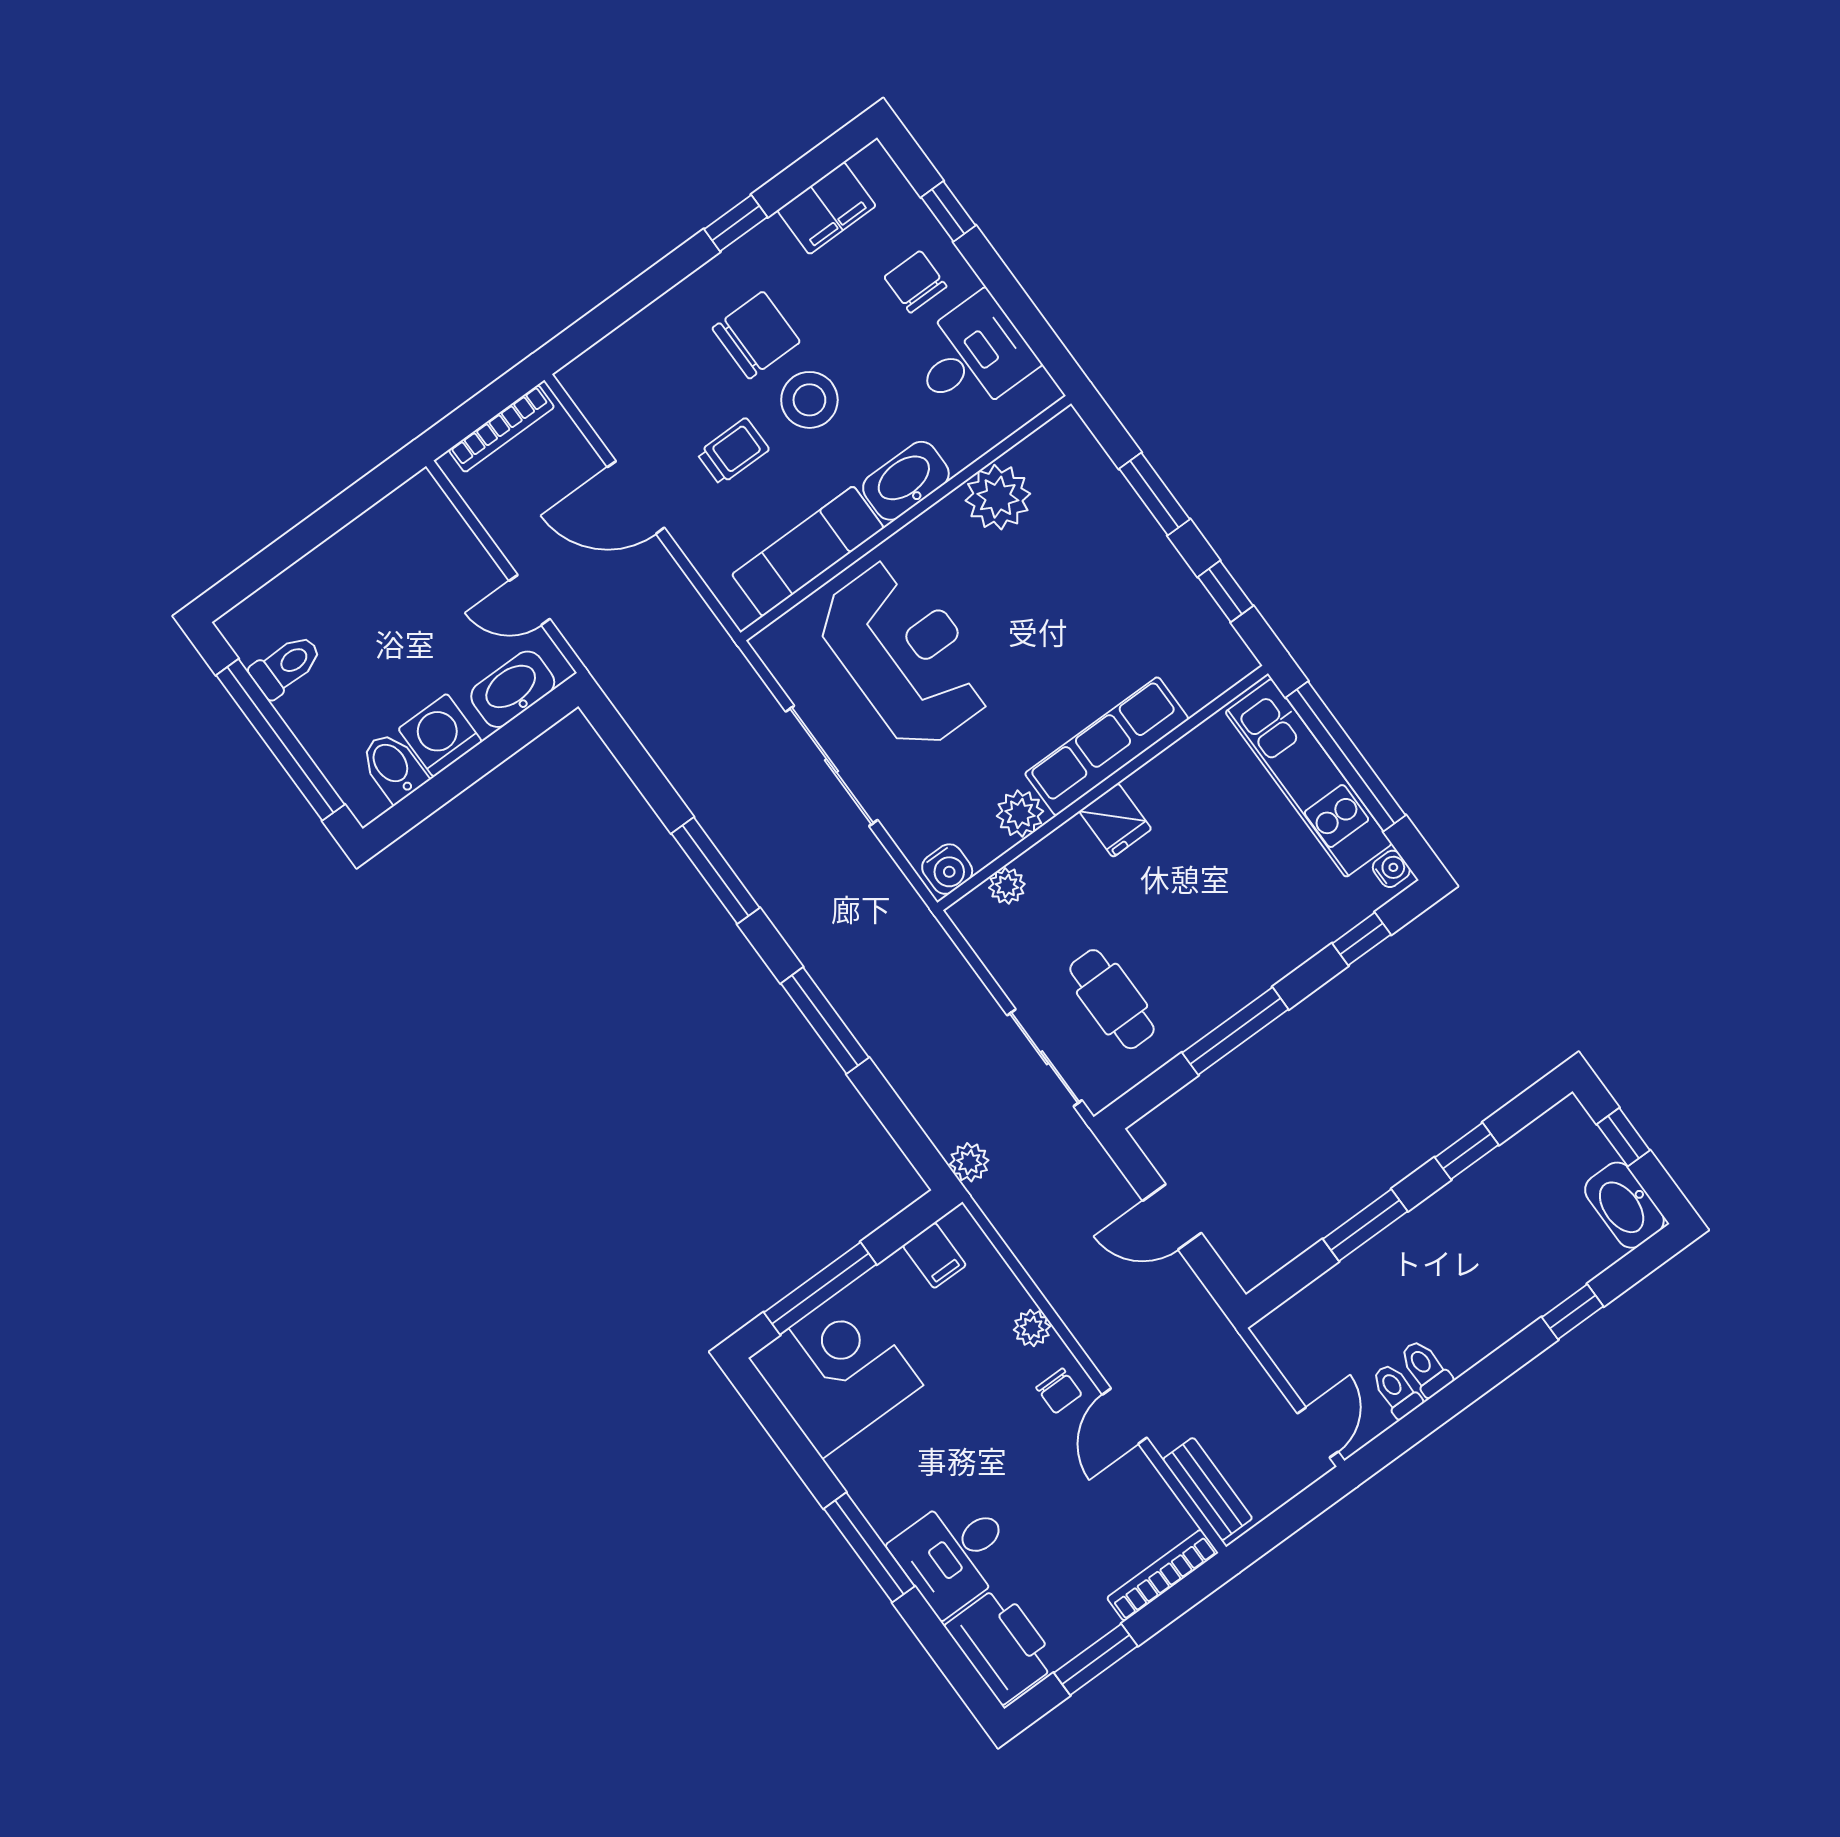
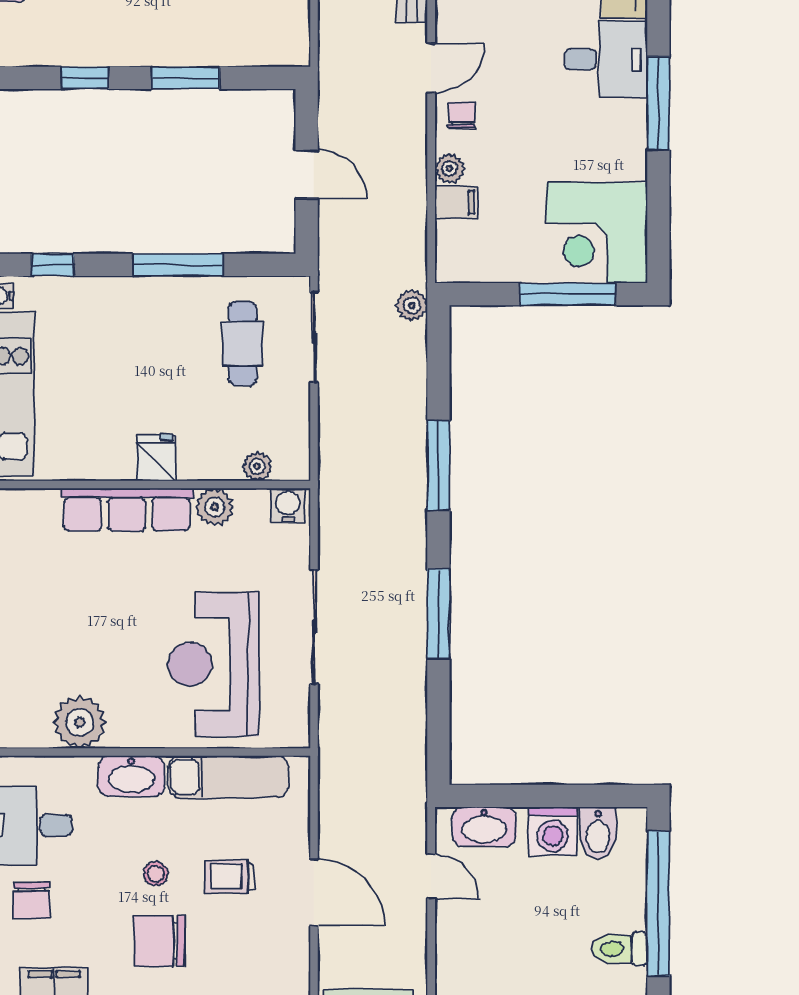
stool: (809, 400) -> (156, 874), width x0.53, depth x0.53
filing cabinet: (934, 1255) -> (456, 202), moved, turned 90

